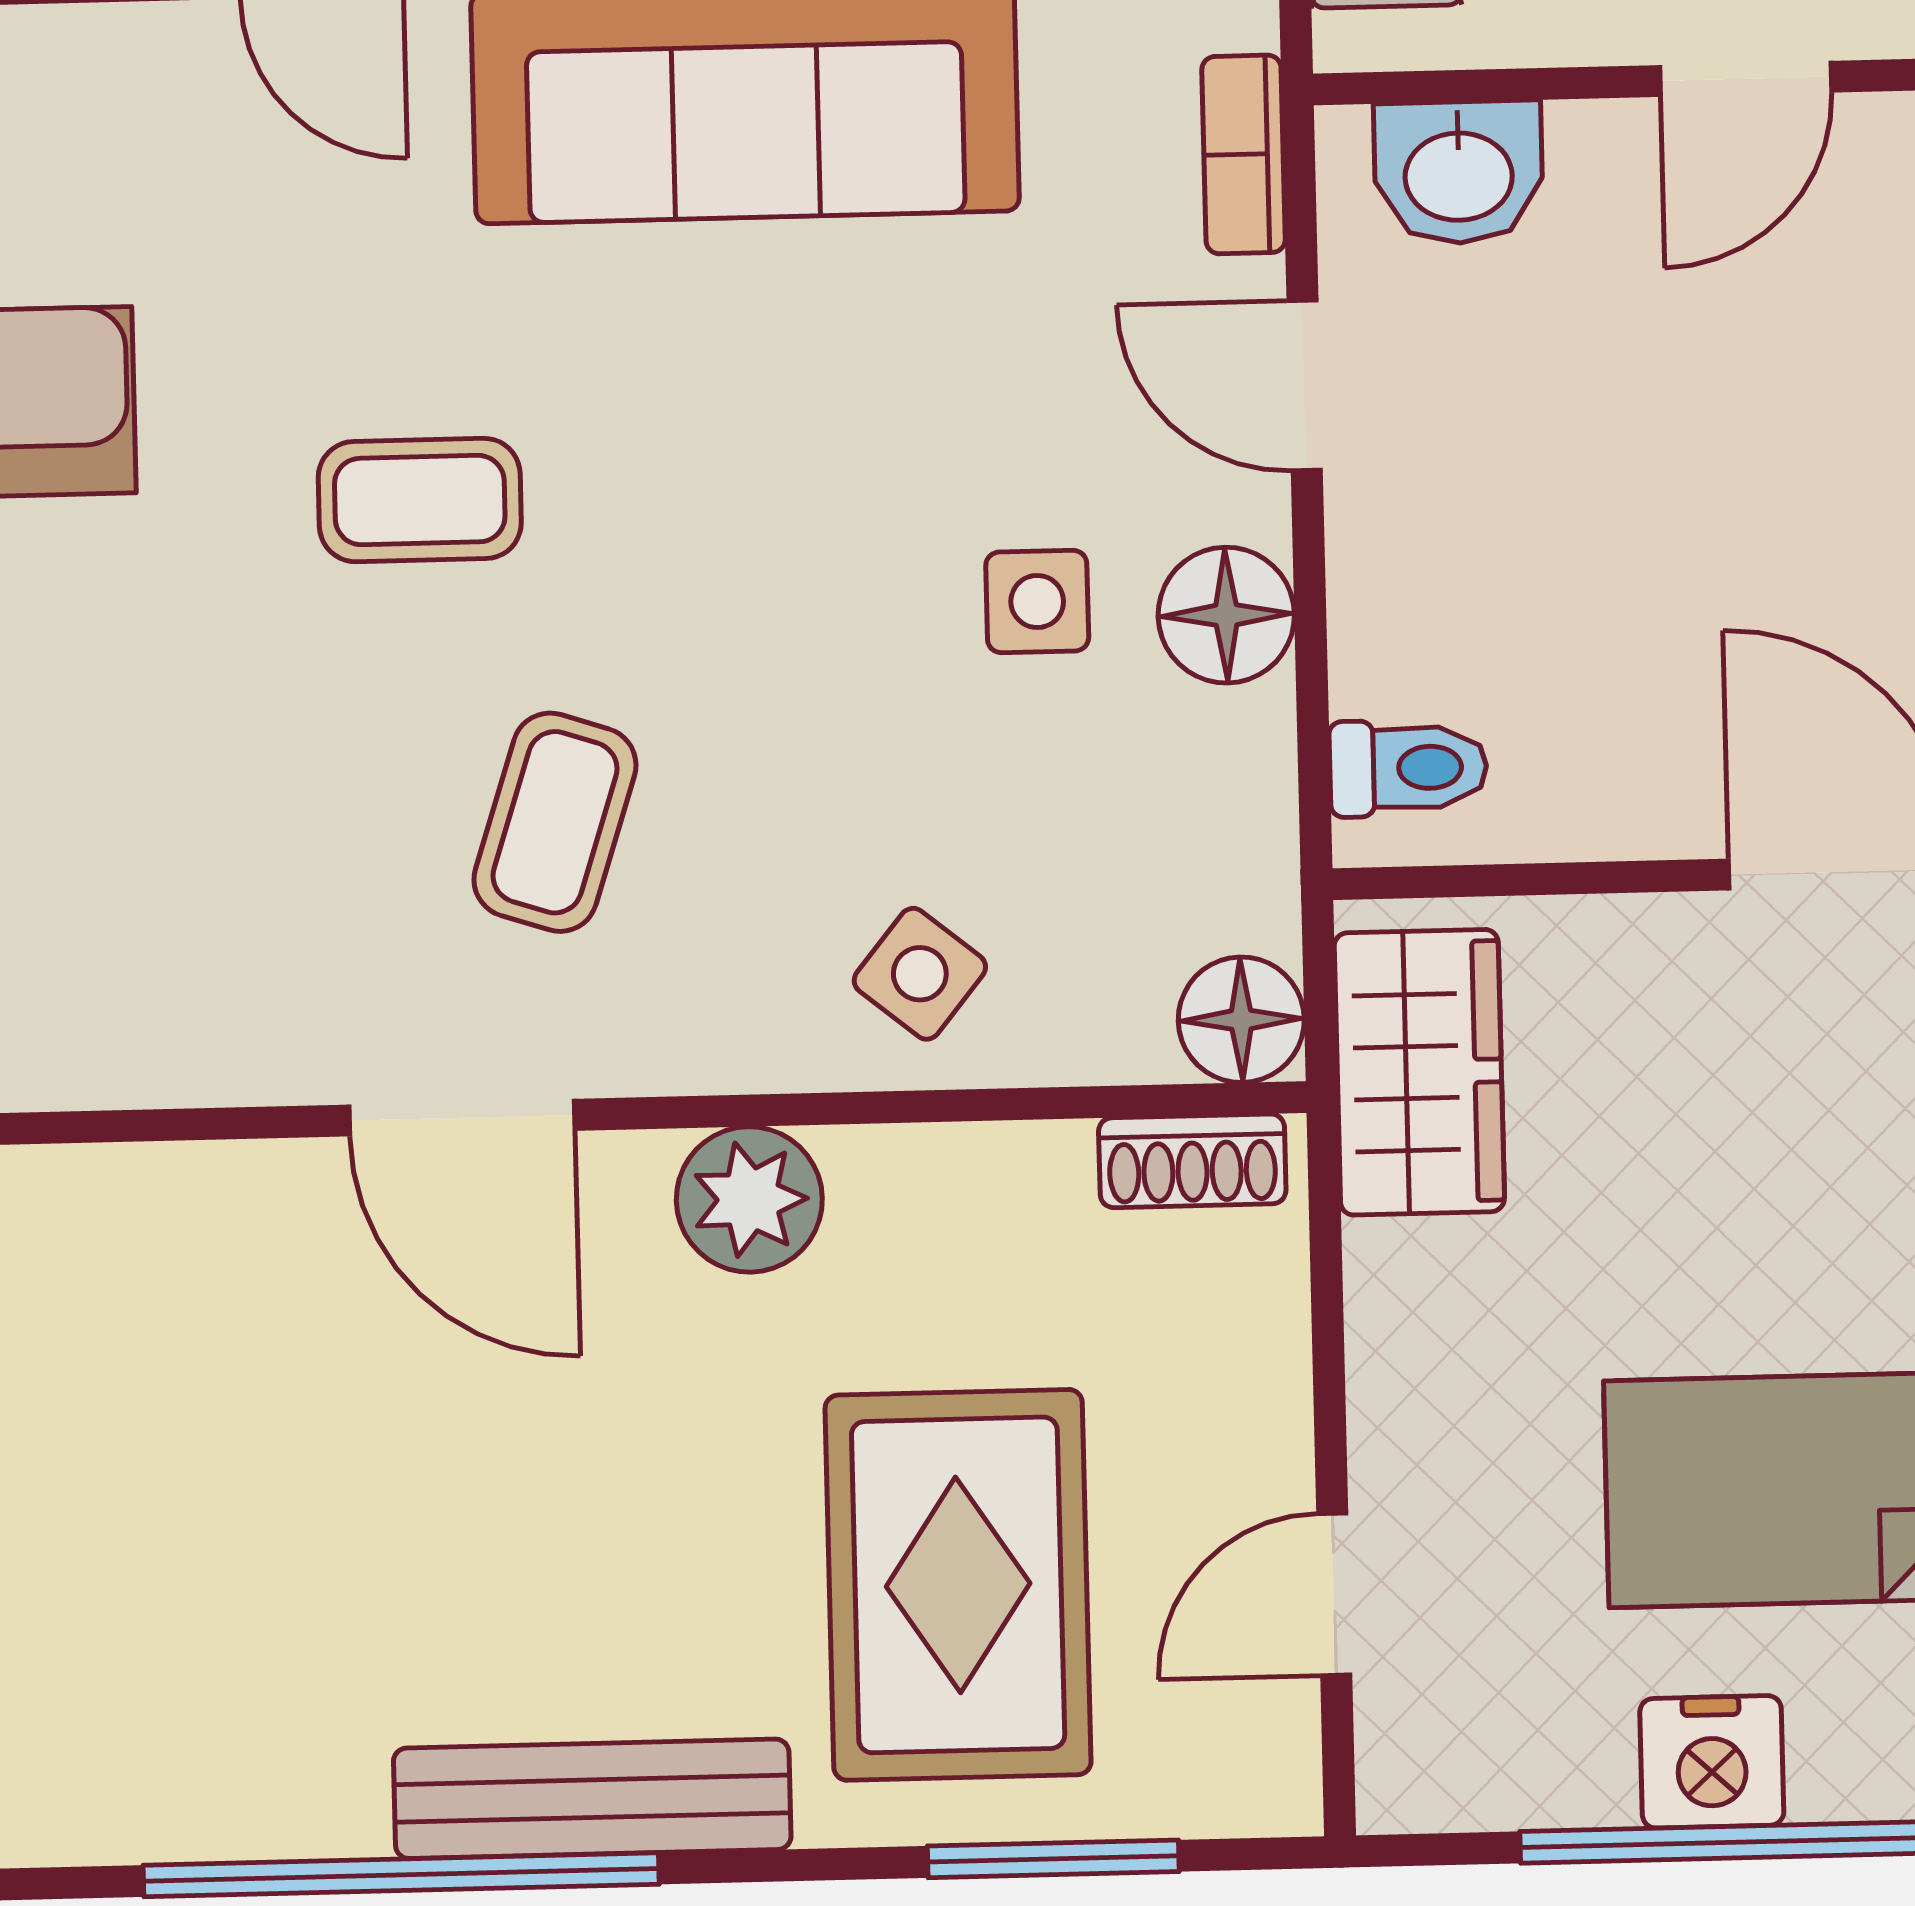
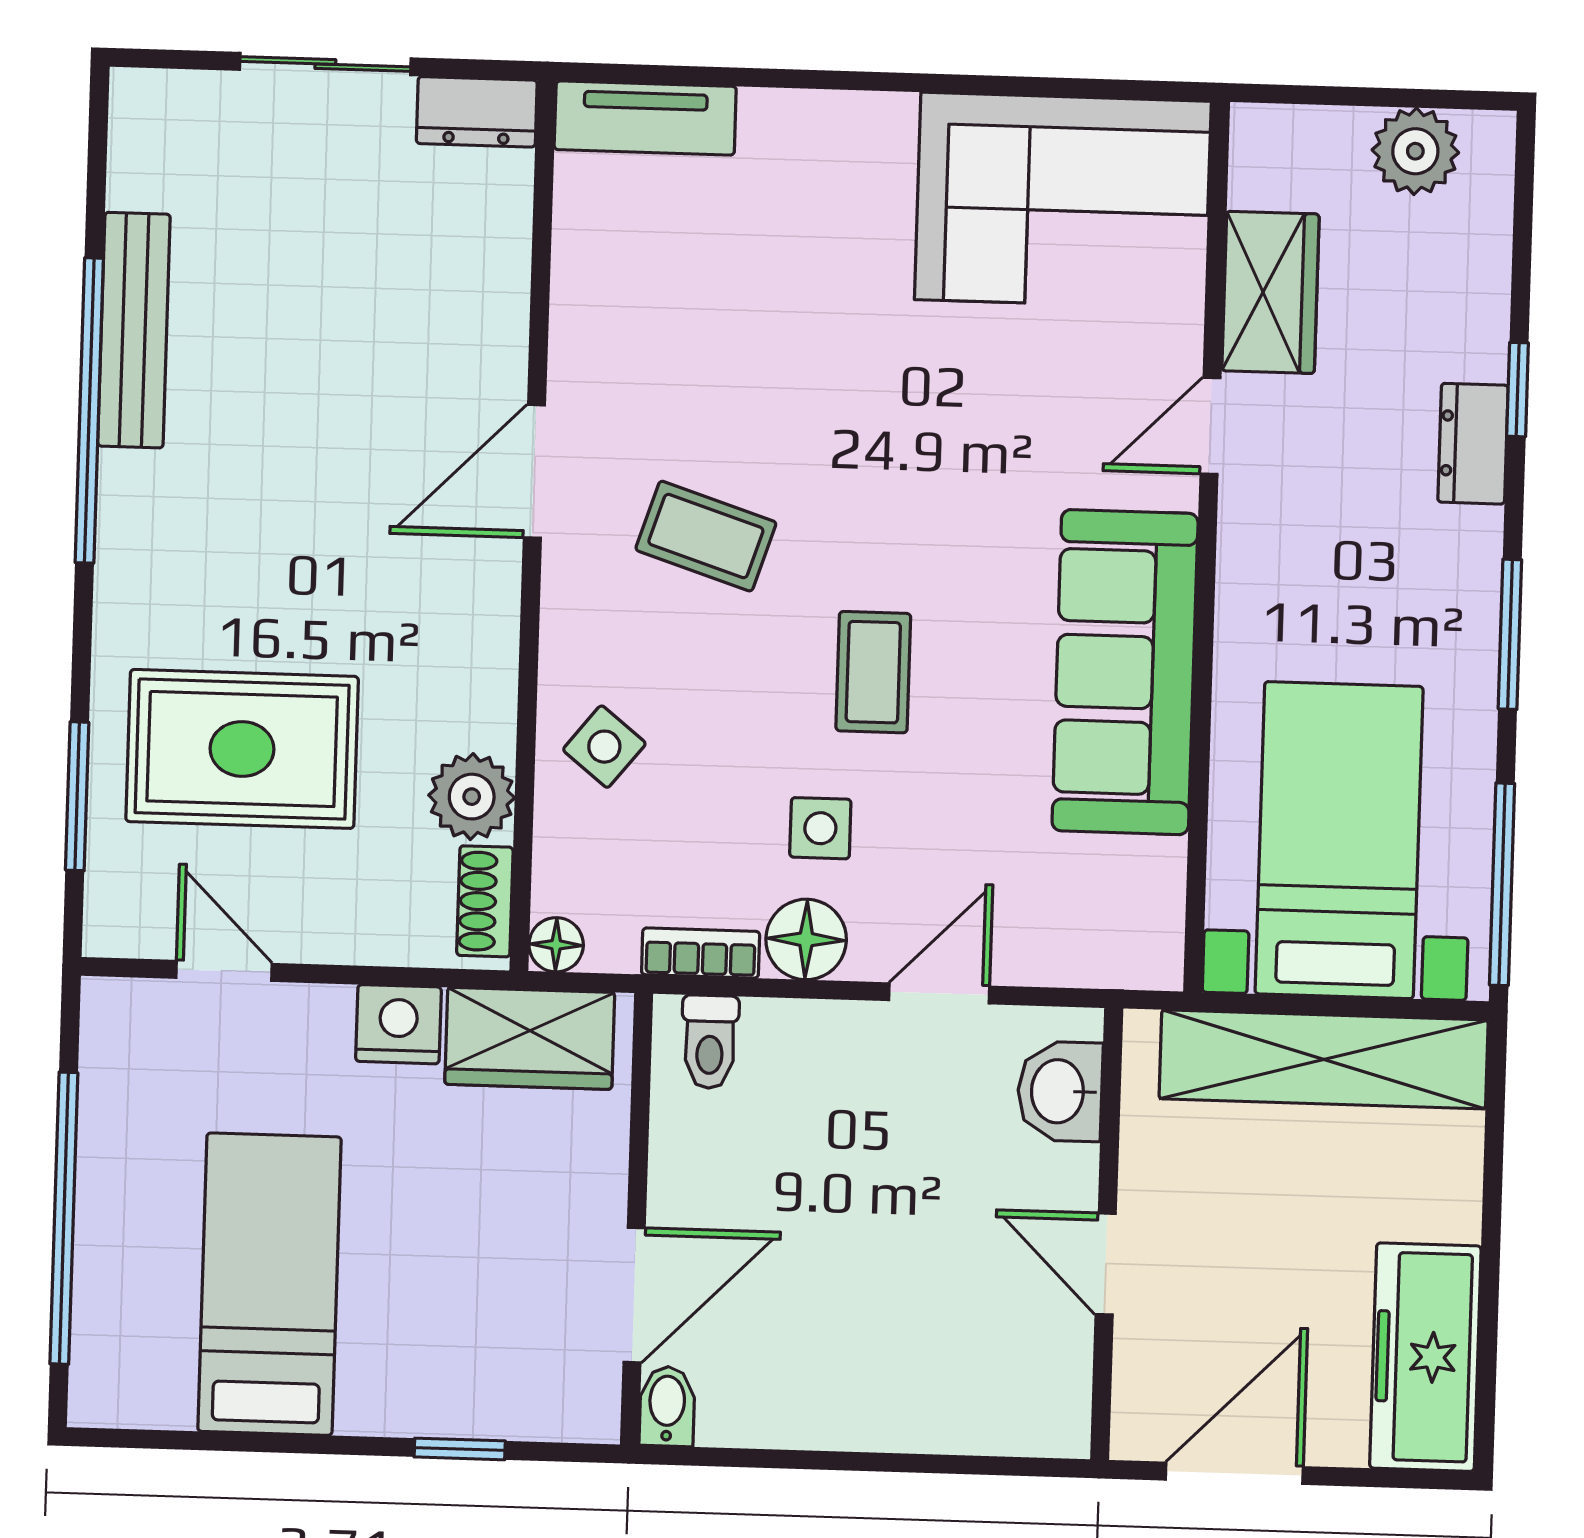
bookcase: (1244, 154) -> (701, 953), moved
coffee table: (420, 500) -> (873, 672), moved
floor lamp: (1241, 1020) -> (556, 945), width x0.73, depth x0.73
plant: (749, 1199) -> (472, 797), moved
nightstand: (1712, 1762) -> (398, 1024), moved, turned 90
bench: (592, 1799) -> (134, 330), moved

